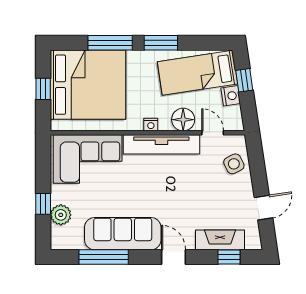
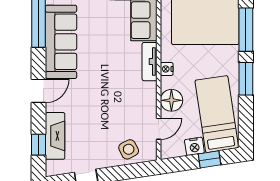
tv unit: (161, 144) -> (150, 62), width x0.52, depth x0.78

